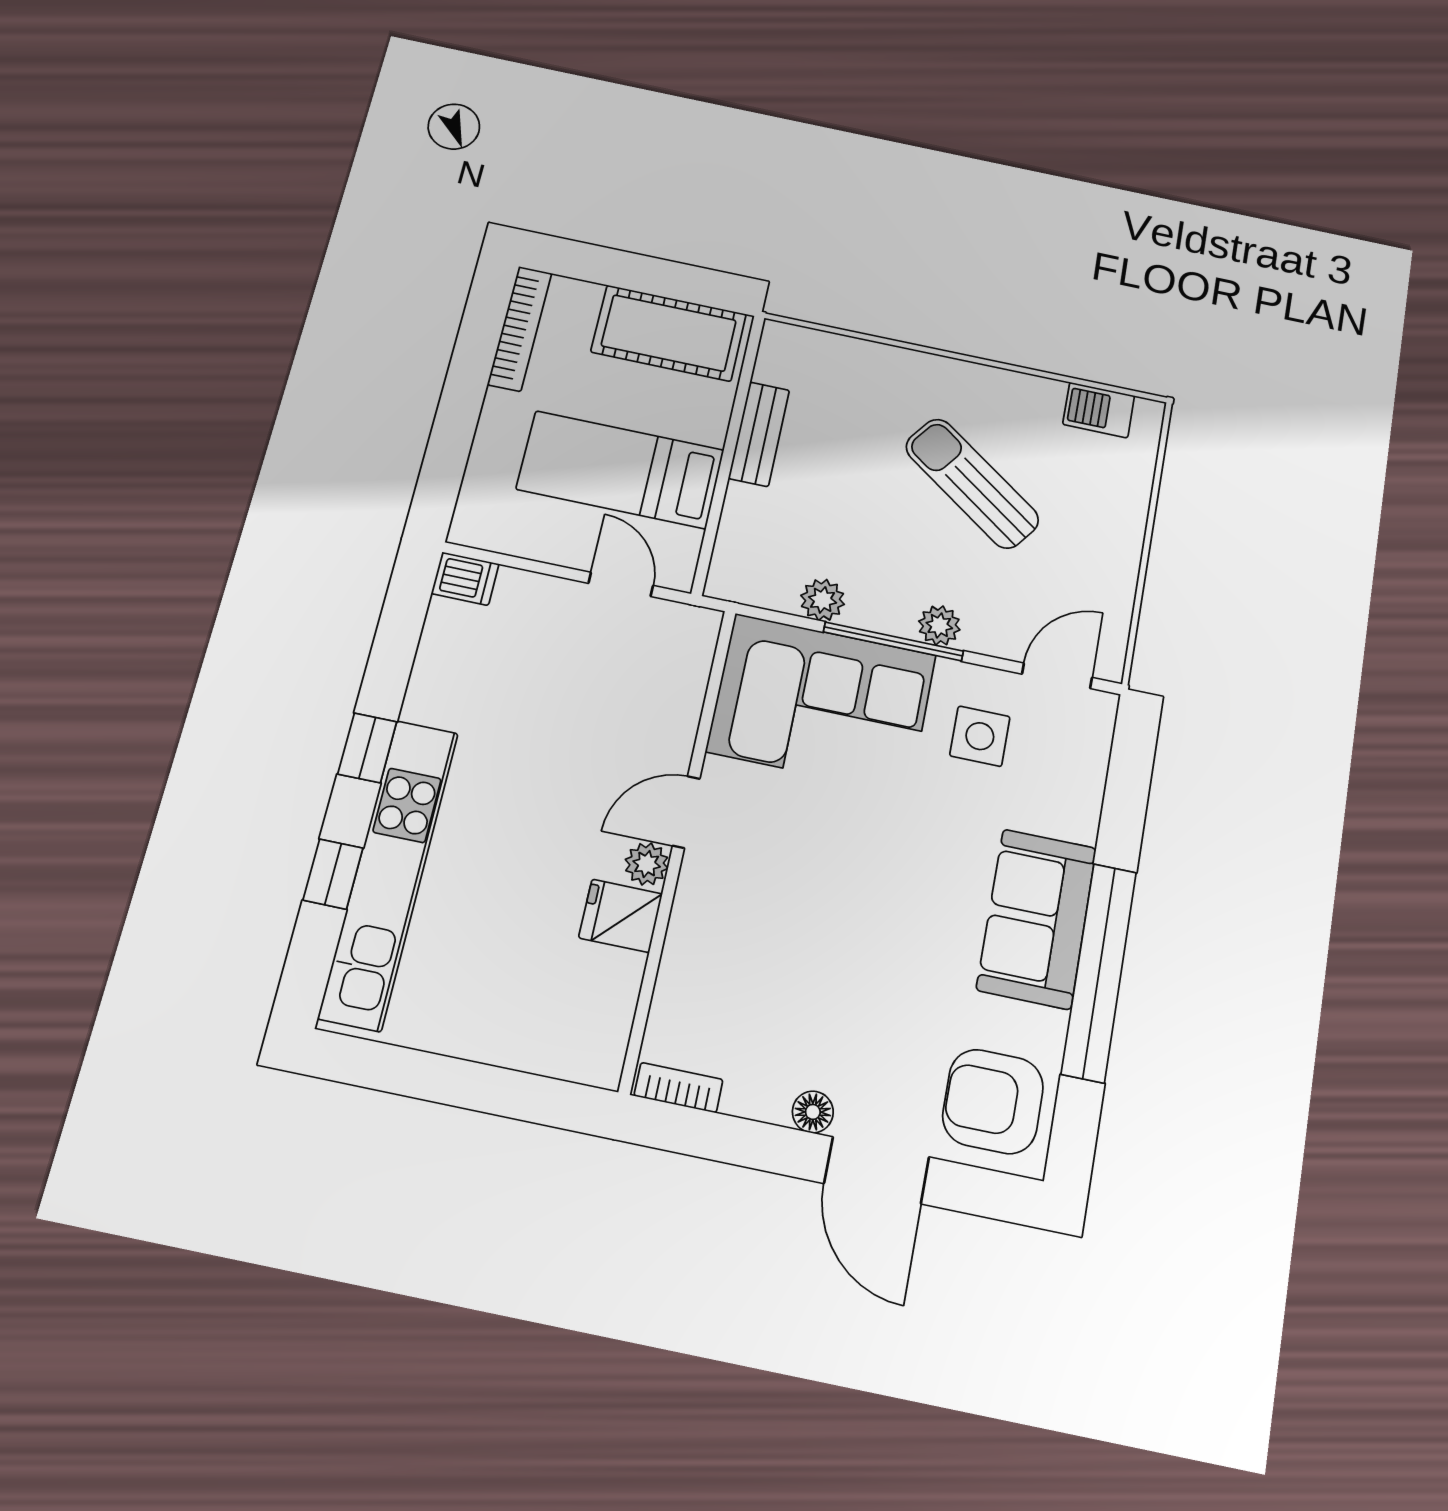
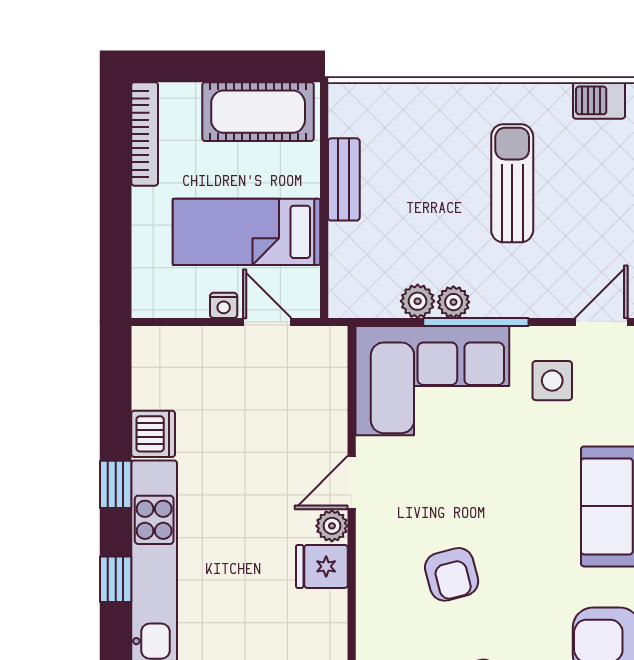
sun lounger: (972, 483) -> (512, 183), turned 54
nightstand: (569, 552) -> (224, 305), added
dishwasher: (465, 579) -> (153, 434), moved, width x1.38
plant: (939, 625) -> (453, 302), moved
armchair: (796, 964) -> (452, 574), added

